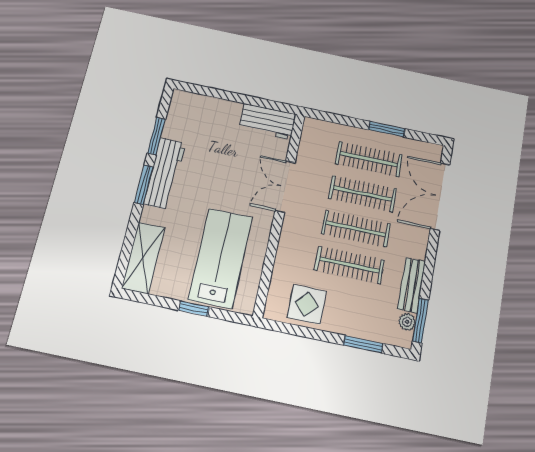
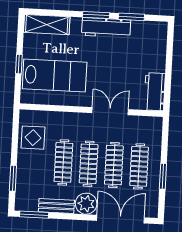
plant: (407, 322) -> (86, 204), moved, width x1.88, depth x1.88

